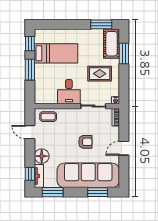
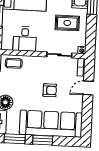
desk: (69, 92) -> (25, 39), moved
door: (124, 148) -> (88, 88), moved
window: (98, 192) -> (43, 140), moved

